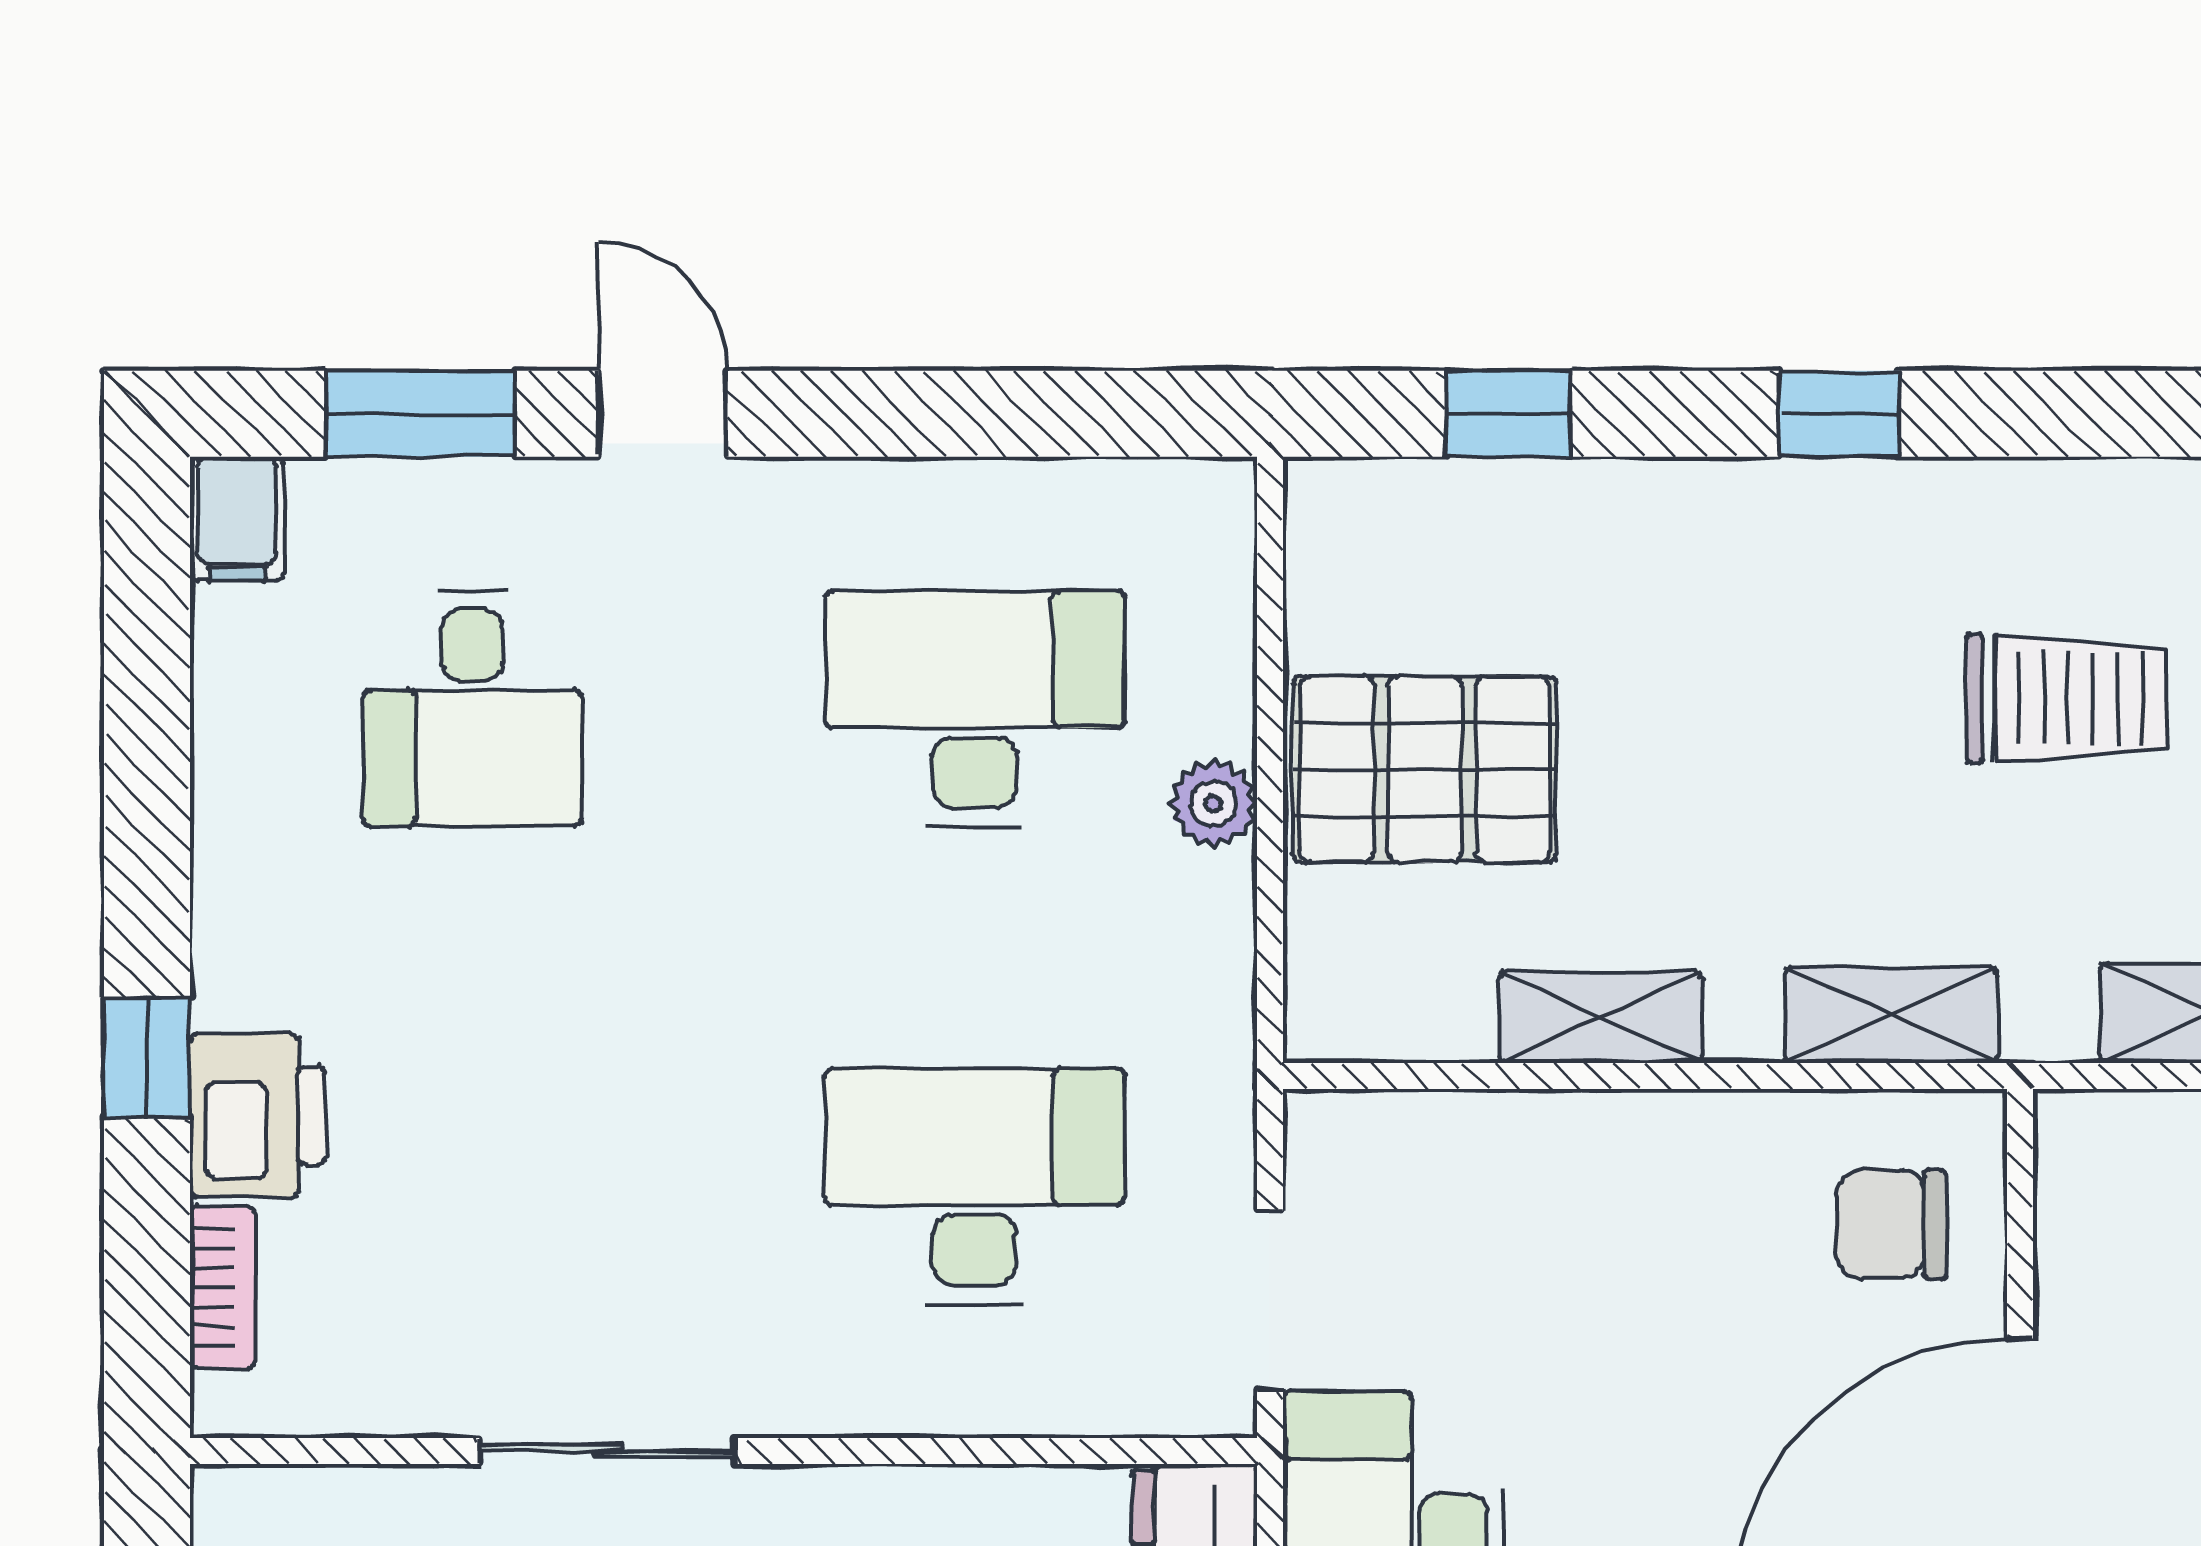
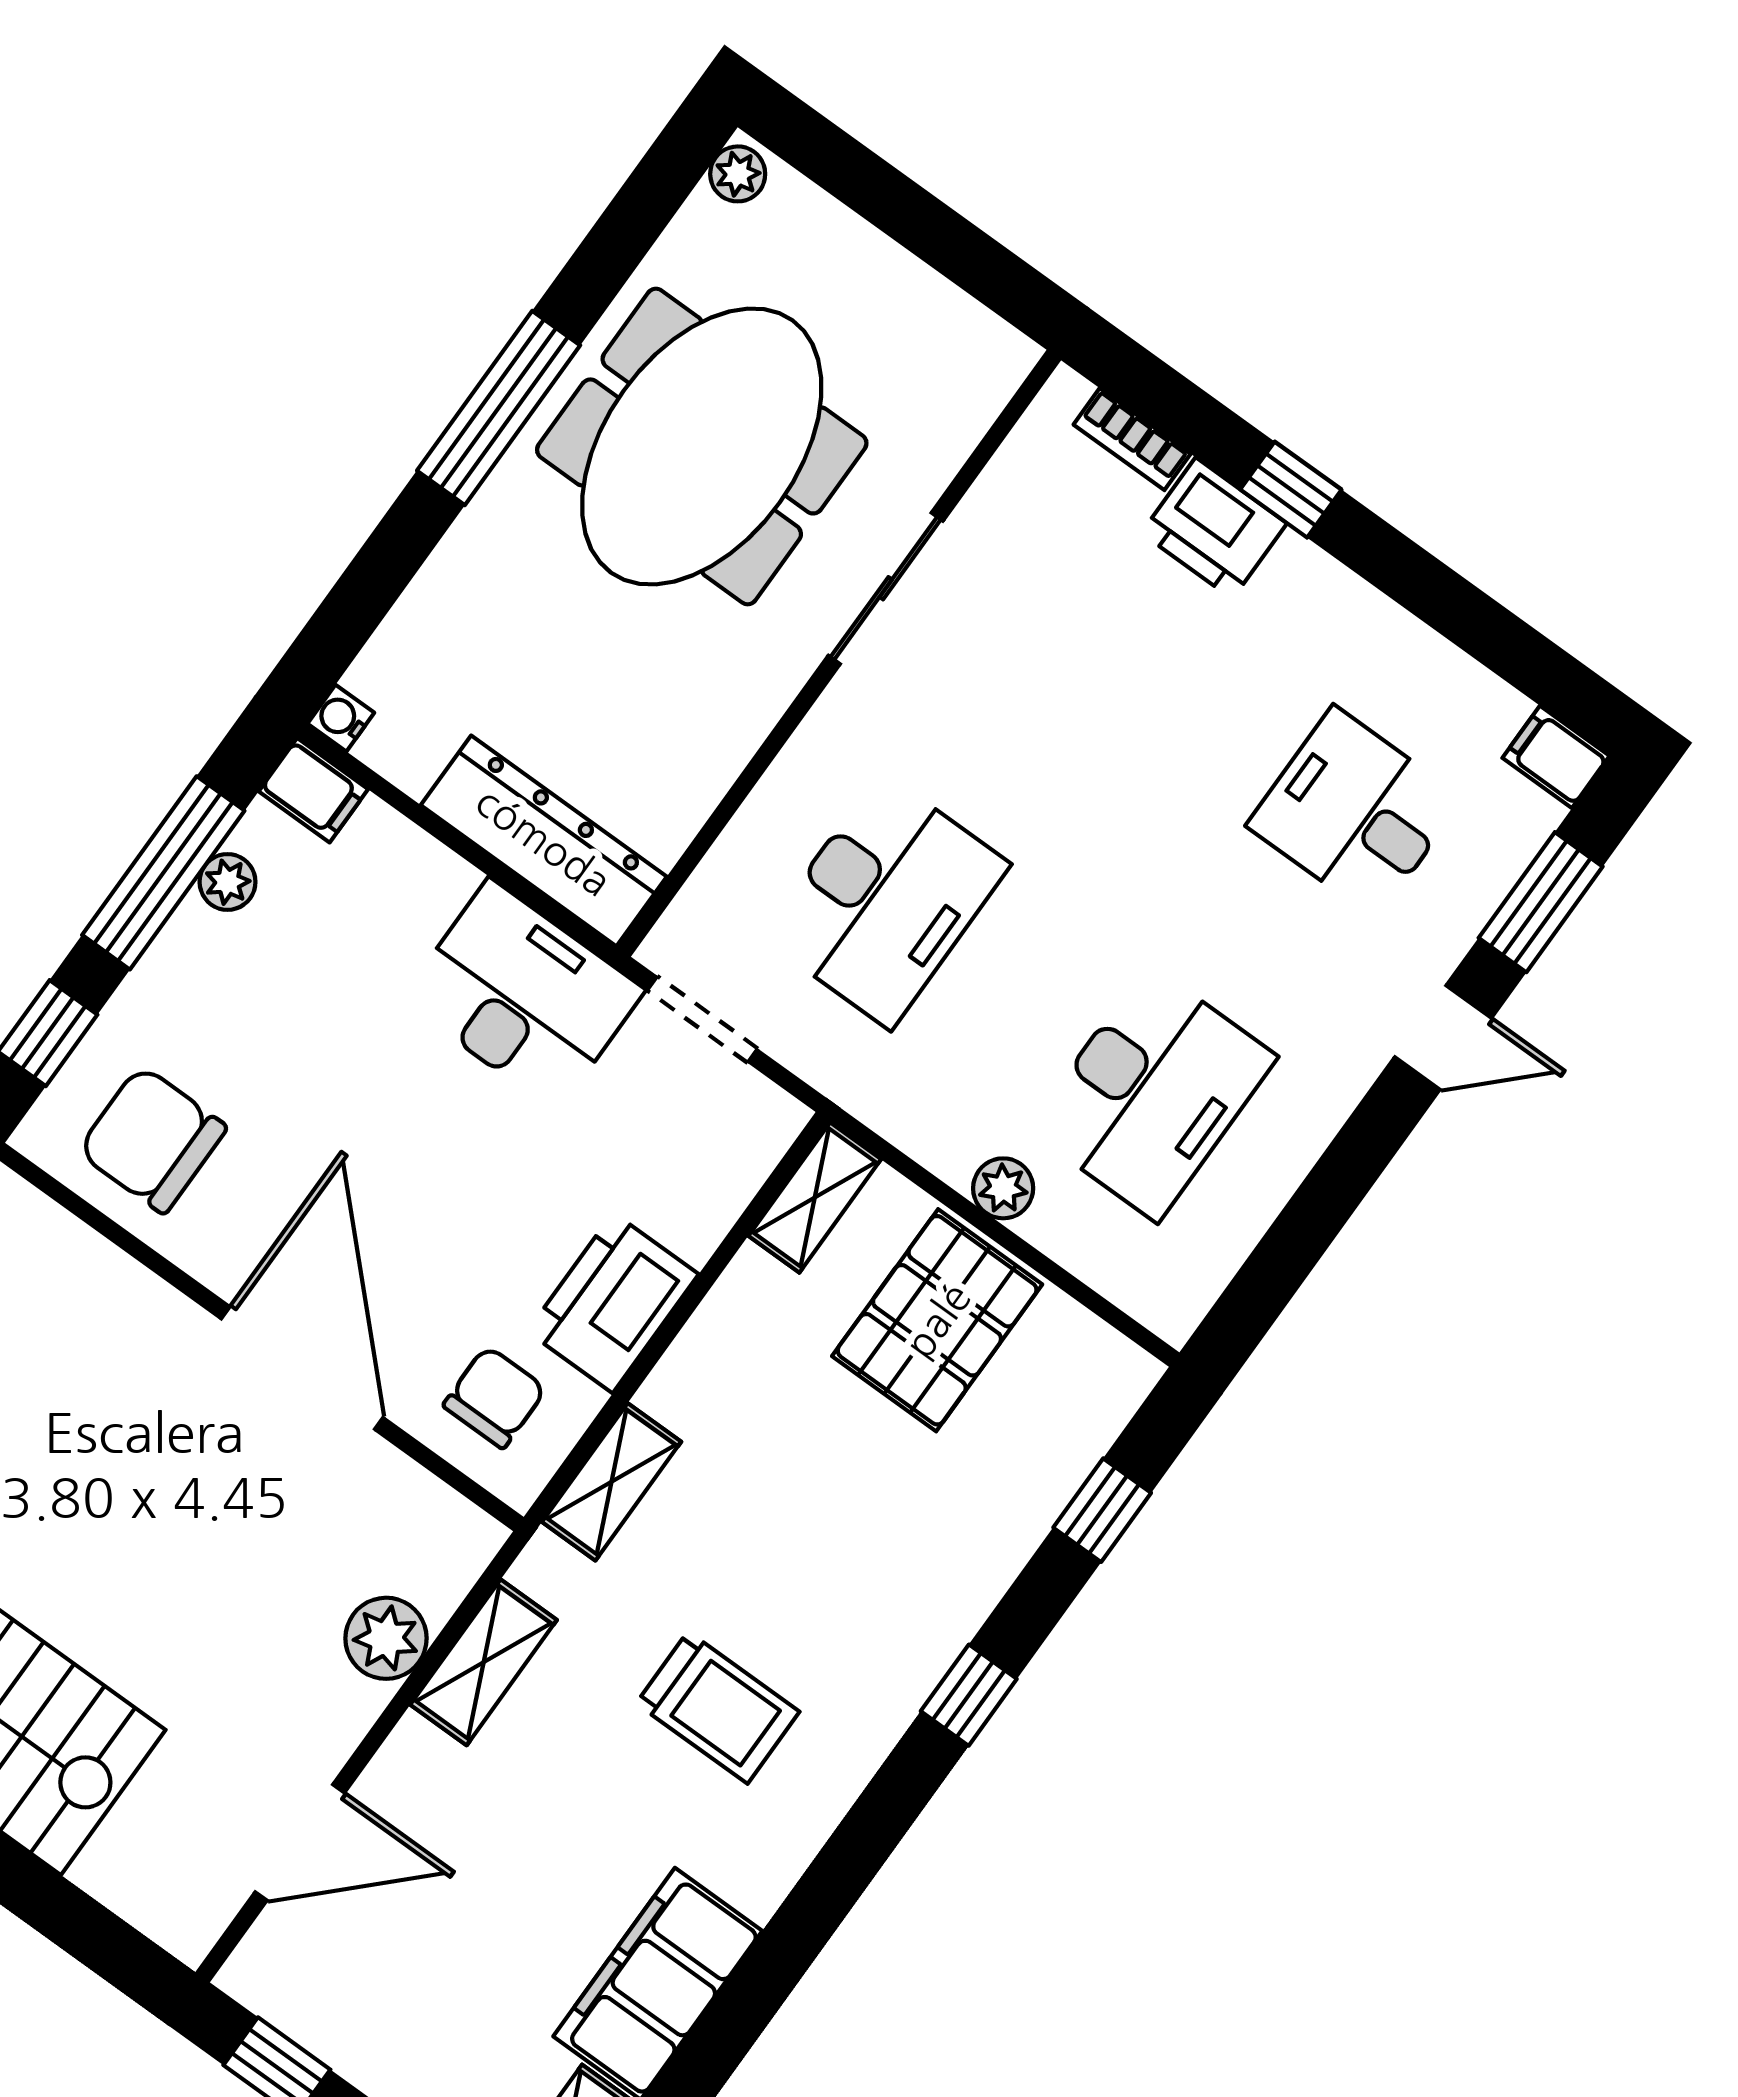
trolley: (2067, 699) -> (718, 1708), turned -90
shelving: (1601, 1017) -> (815, 1198), moved
printer: (1679, 1166) -> (613, 1303), added

